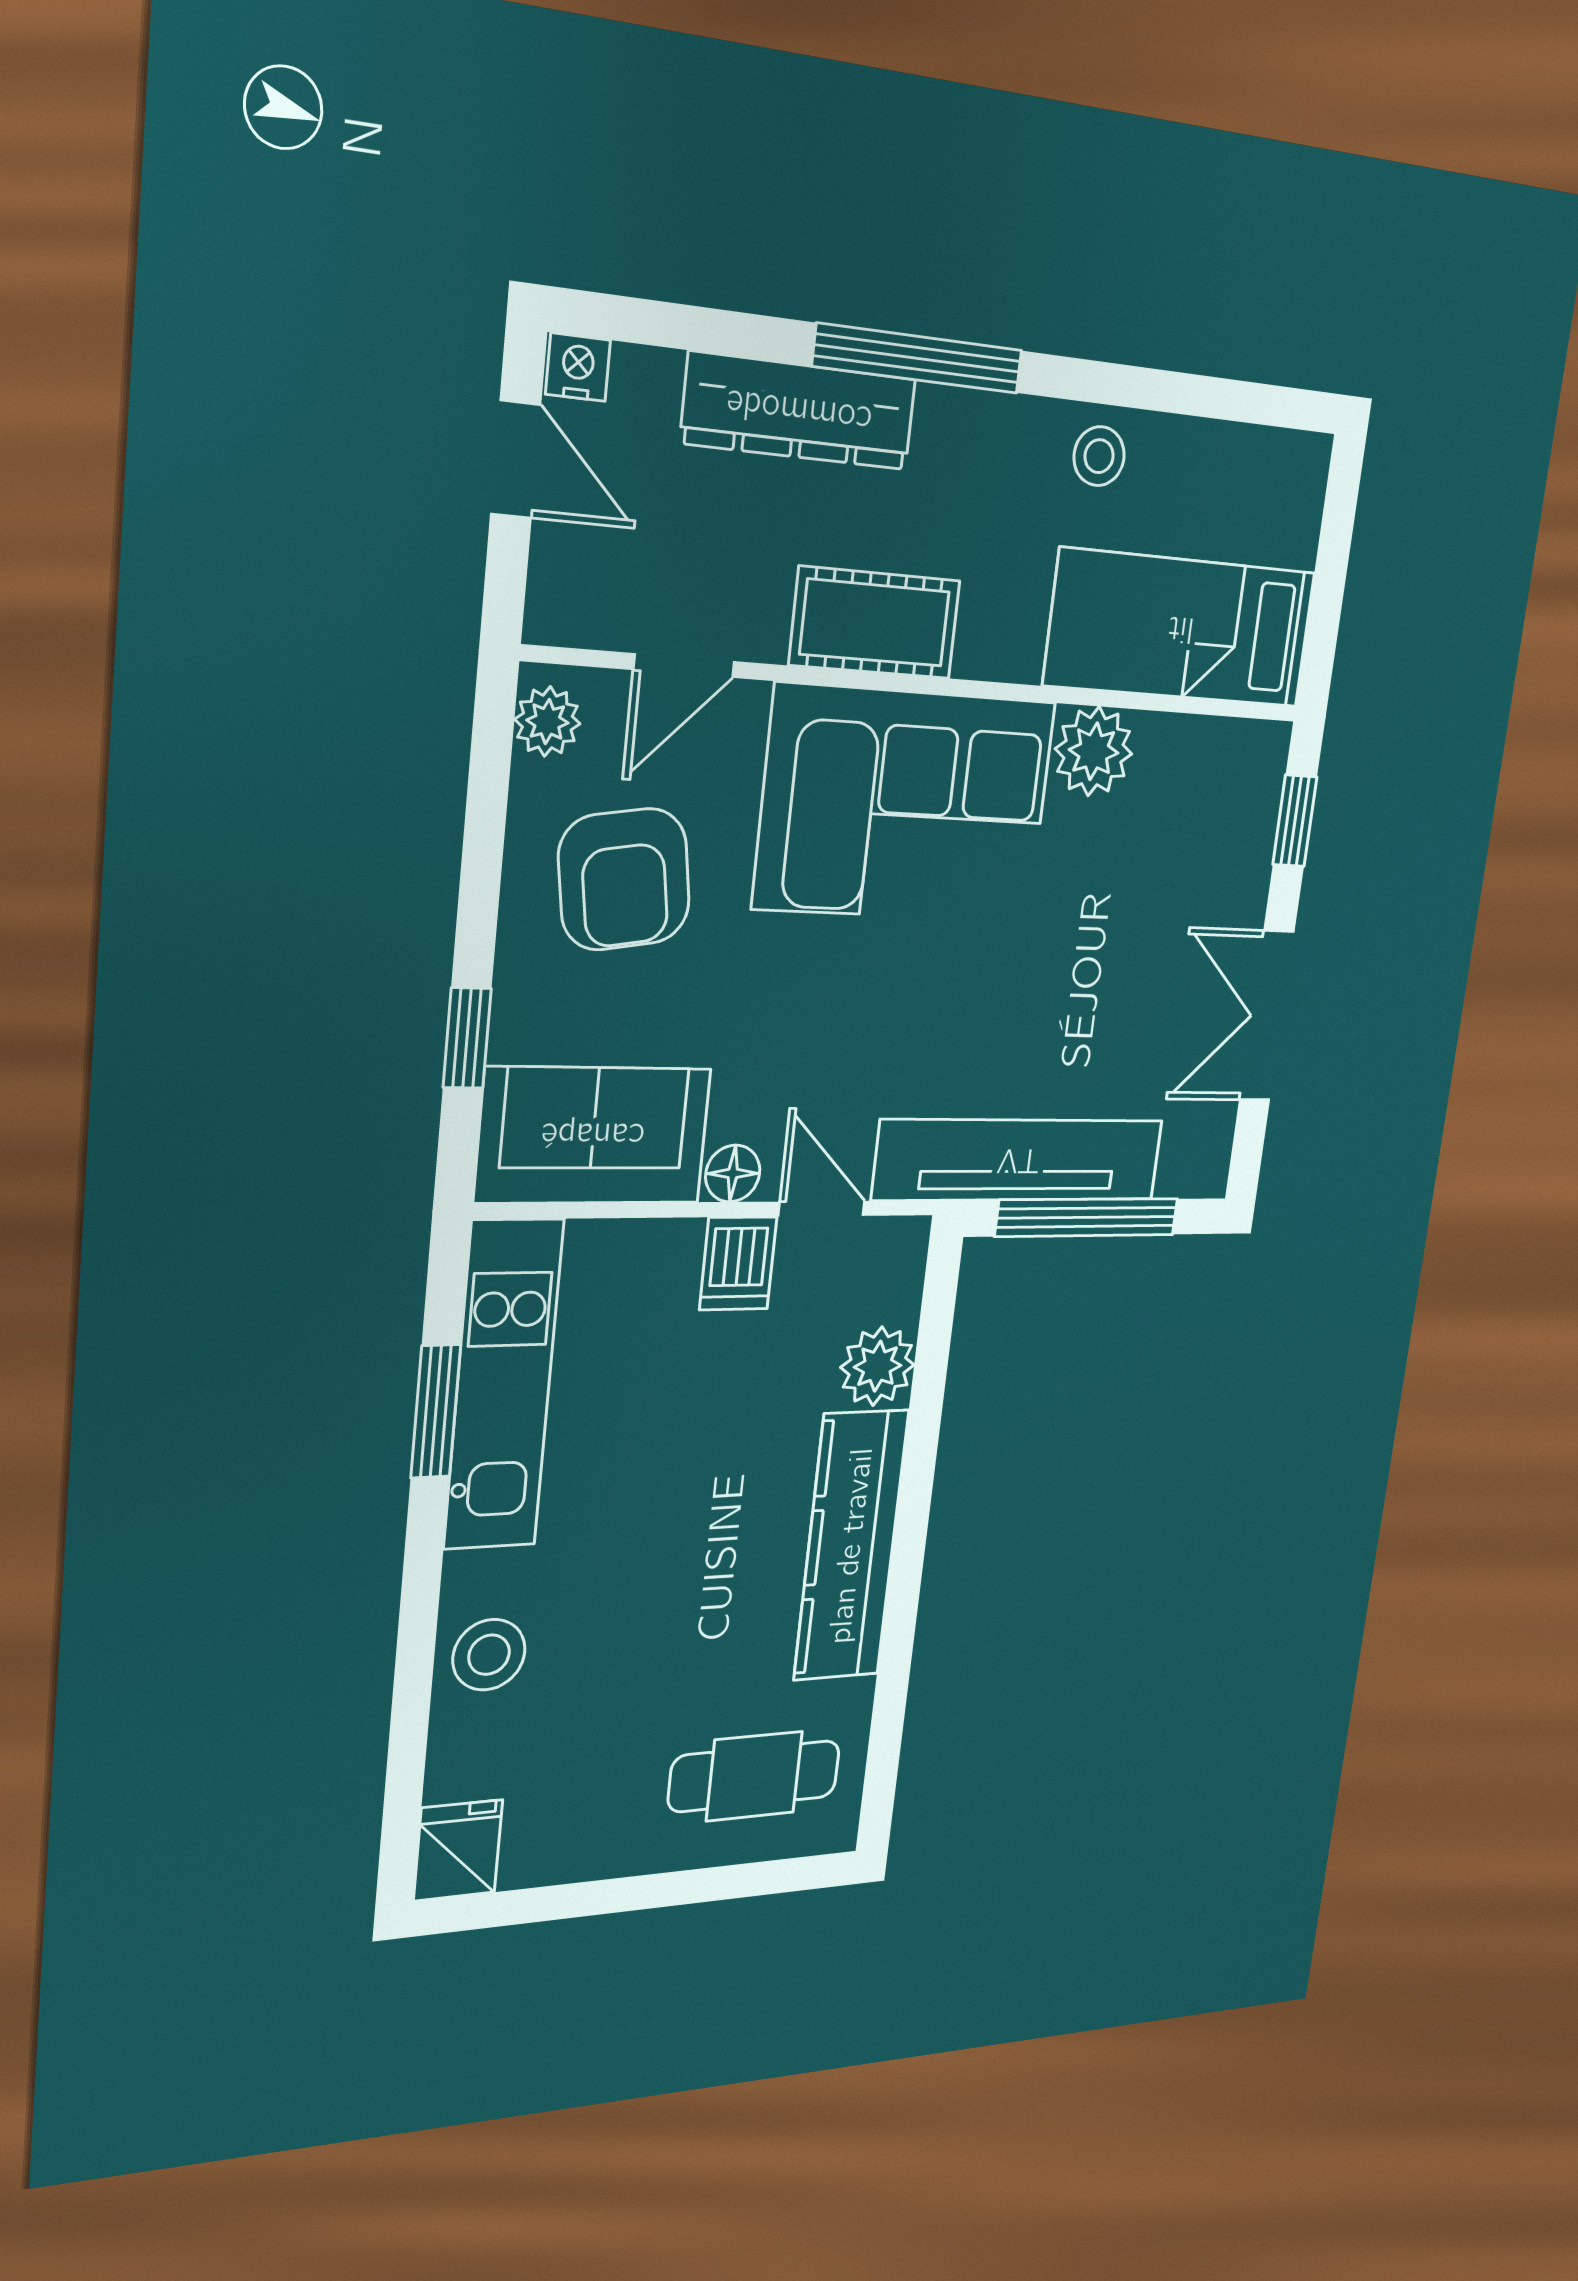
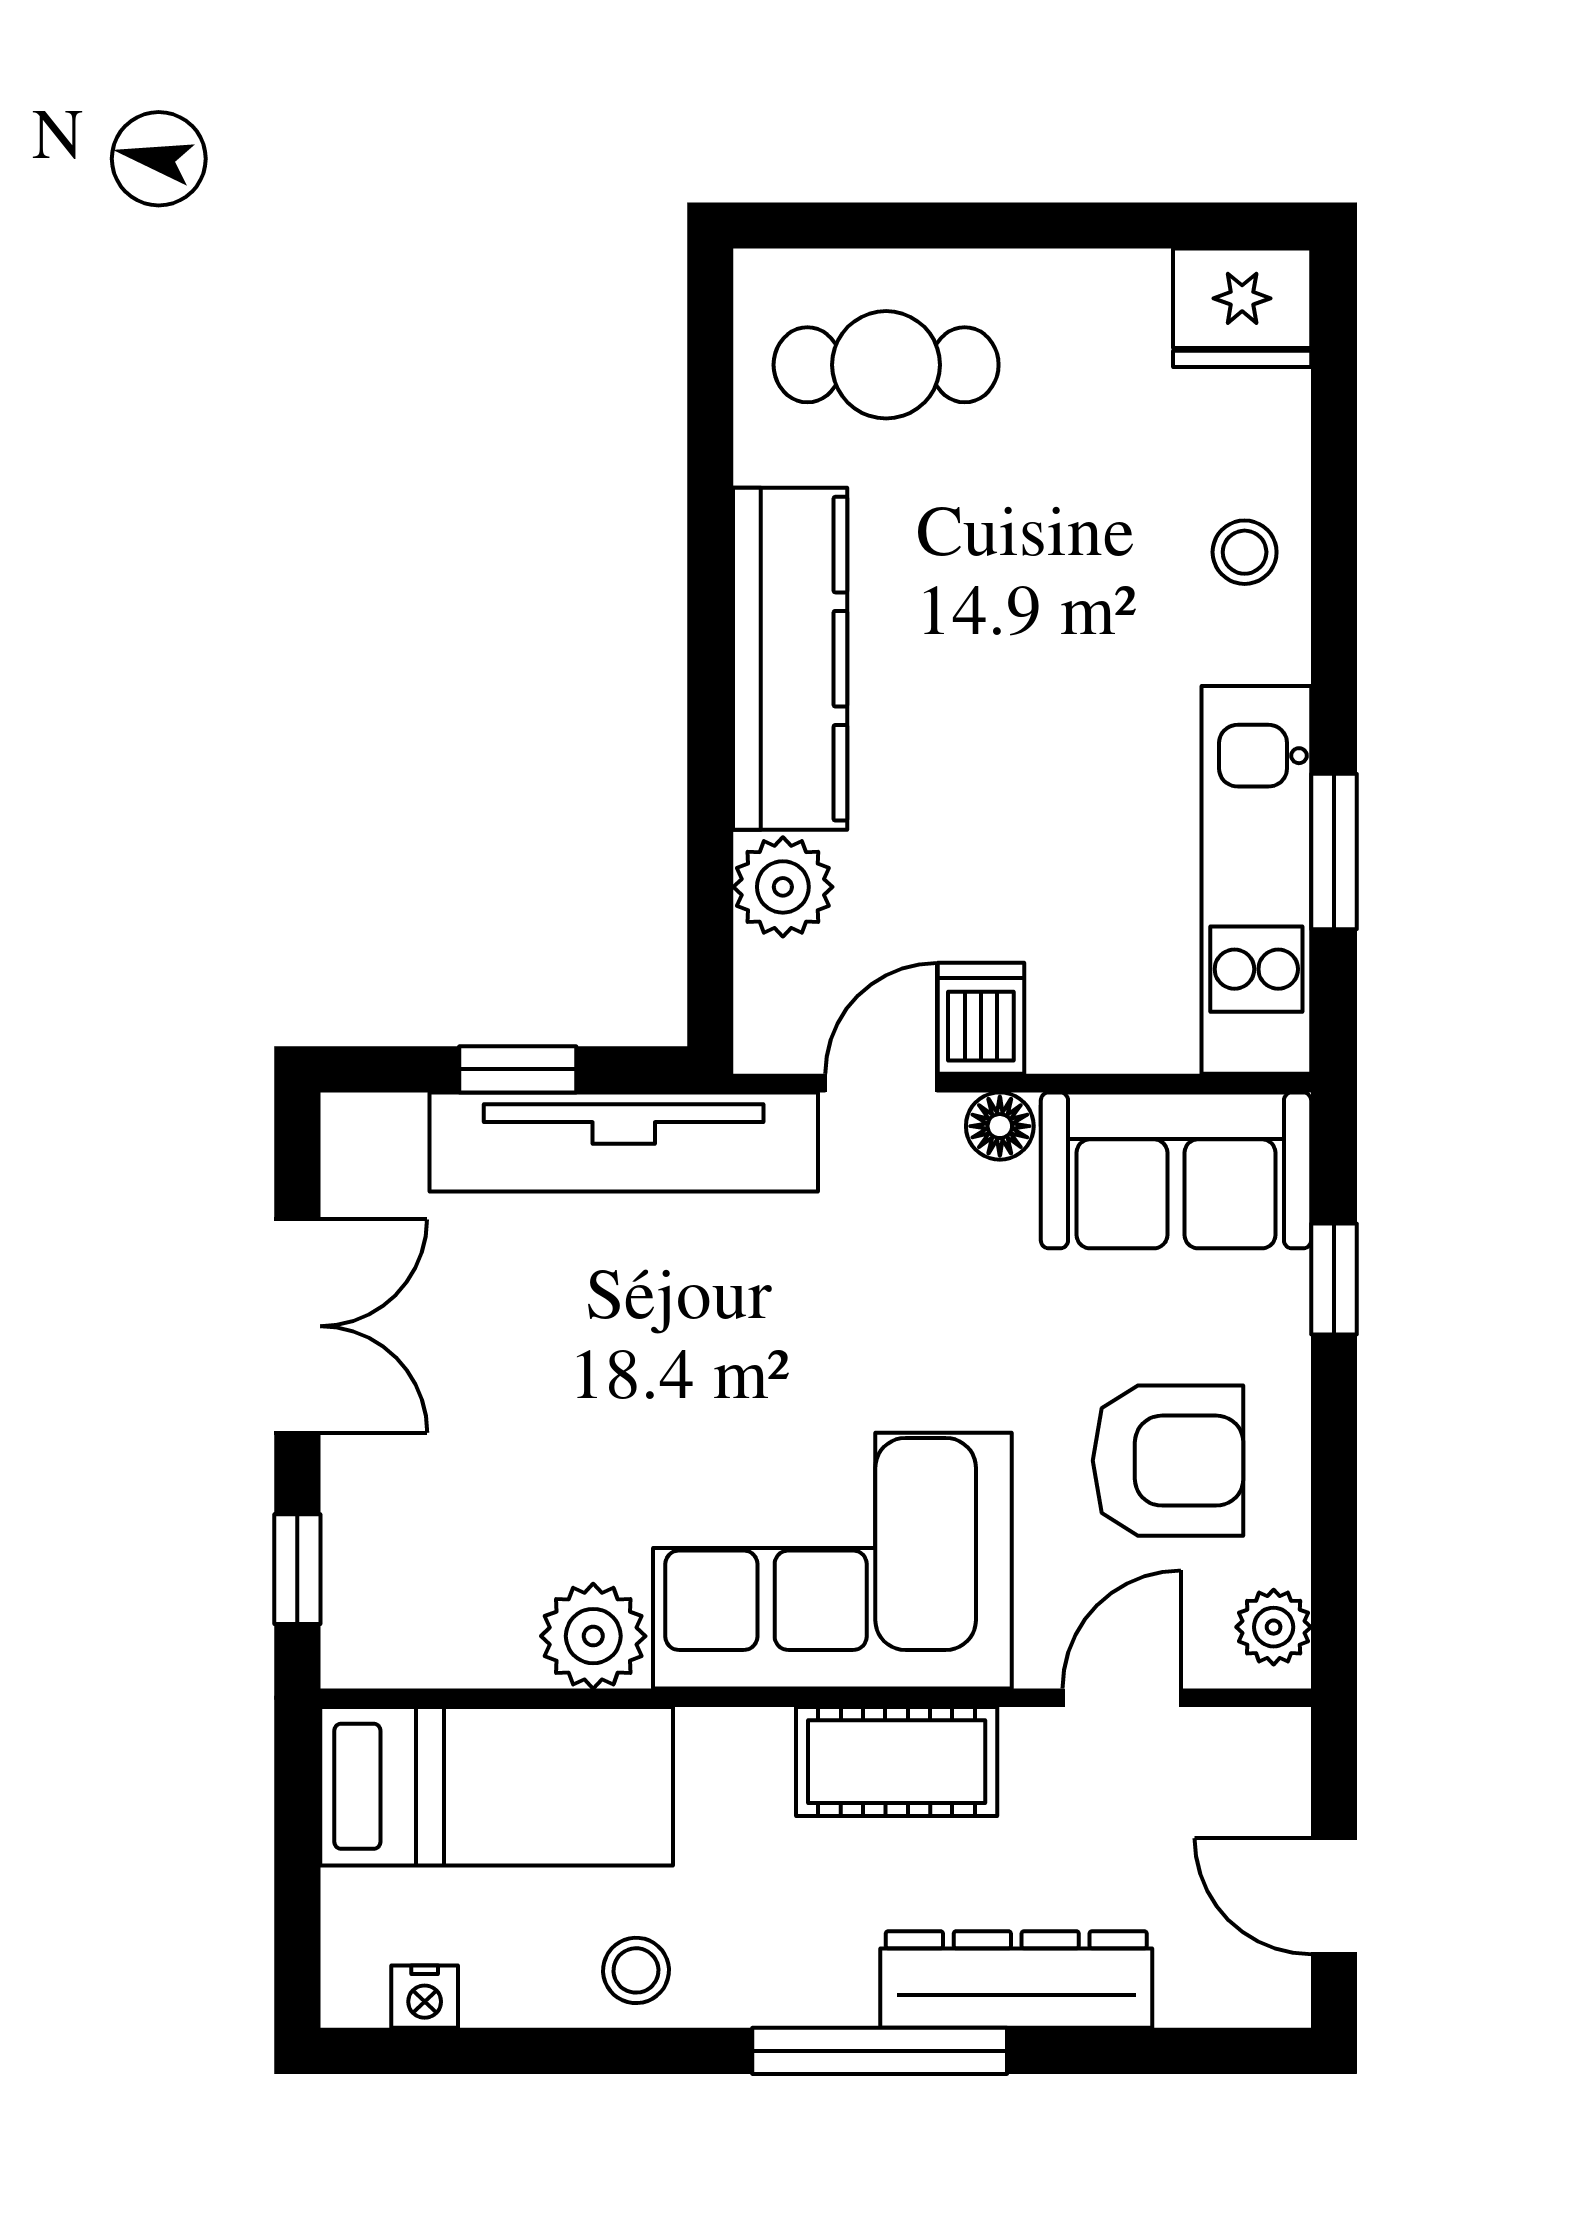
nightstand: (578, 367) -> (425, 1997), moved
armchair: (624, 879) -> (1168, 1461), turned 99
door: (822, 1209) -> (881, 1083), swing flipped
window: (1087, 1217) -> (518, 1069), width x0.46
stool: (489, 1655) -> (1245, 552), width x0.73, depth x0.73
fridge: (458, 1850) -> (1242, 308), width x1.38

